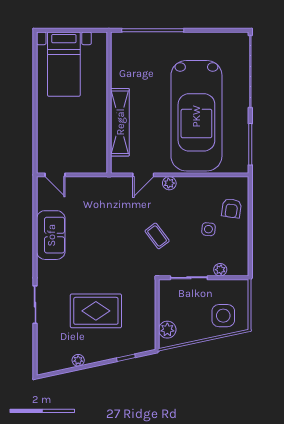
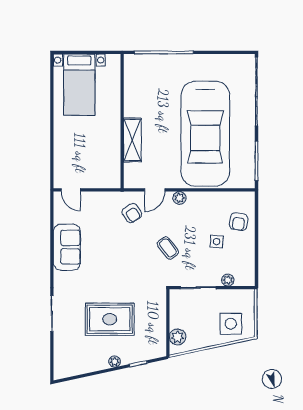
shelving: (120, 122) -> (132, 140), width x0.68
armchair: (119, 199) -> (132, 213), added
plant: (78, 360) -> (115, 361), moved

